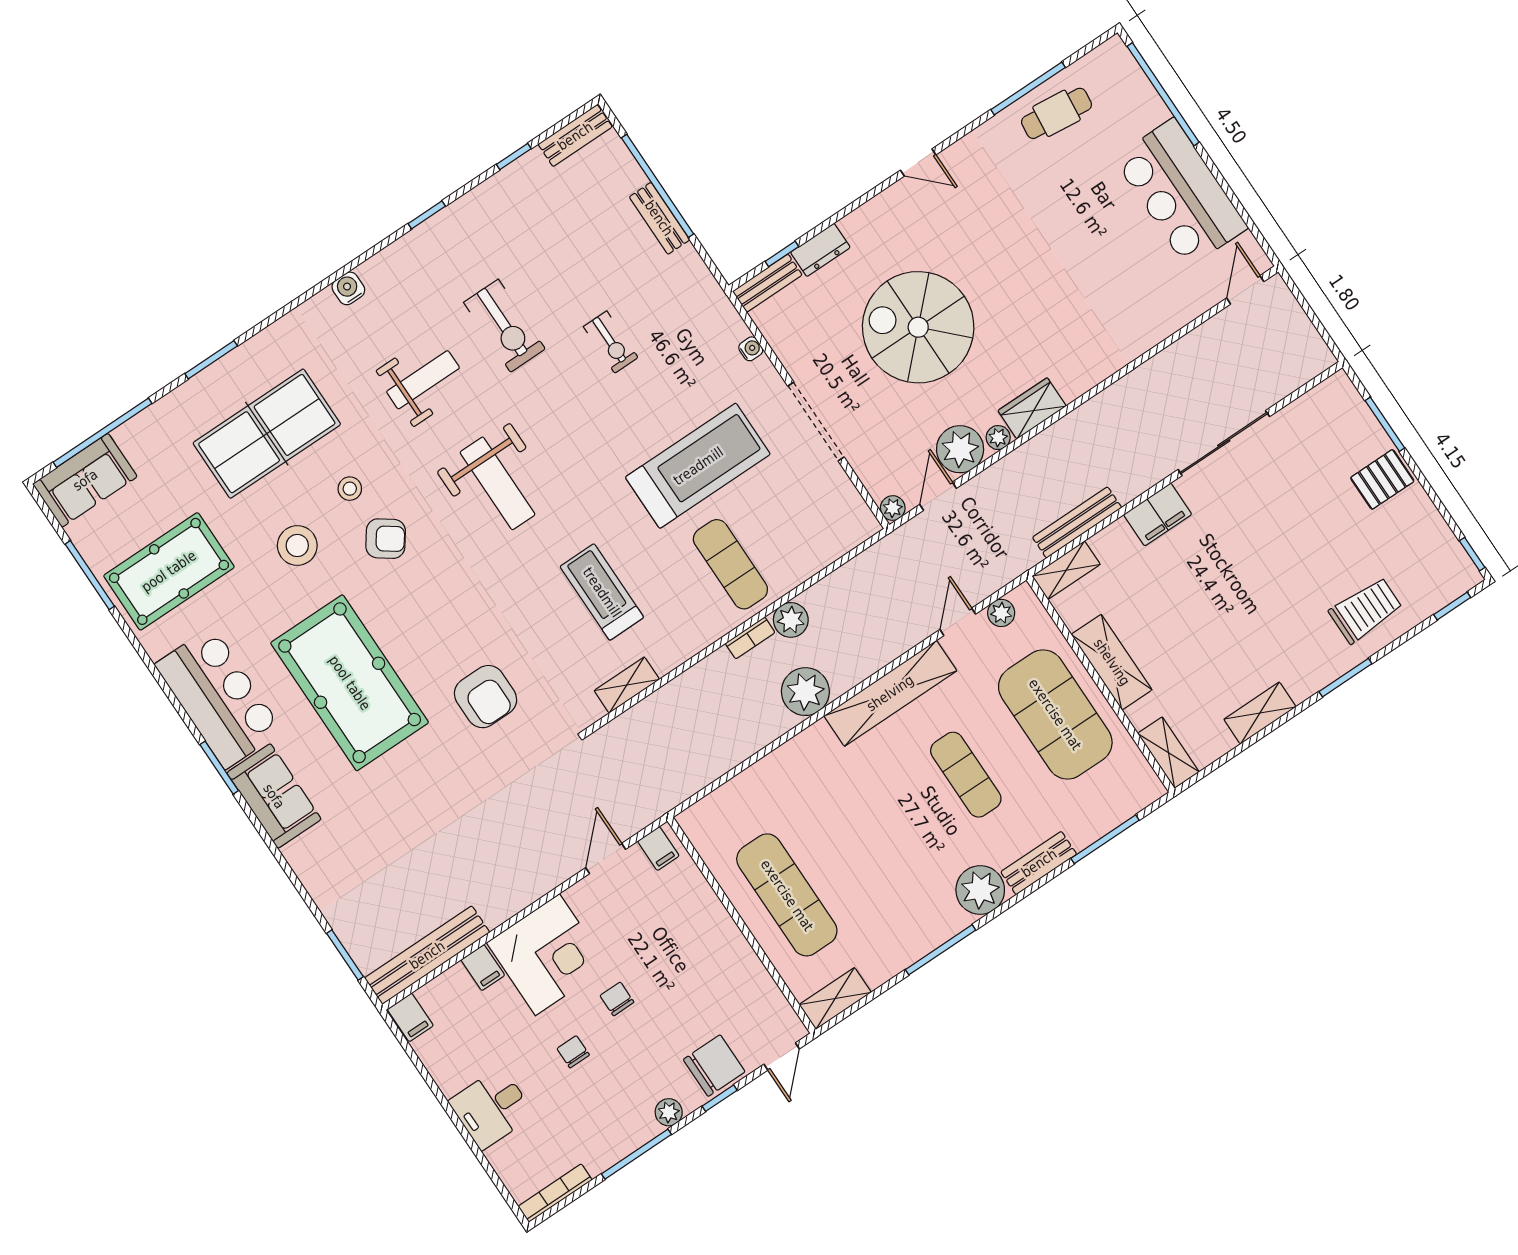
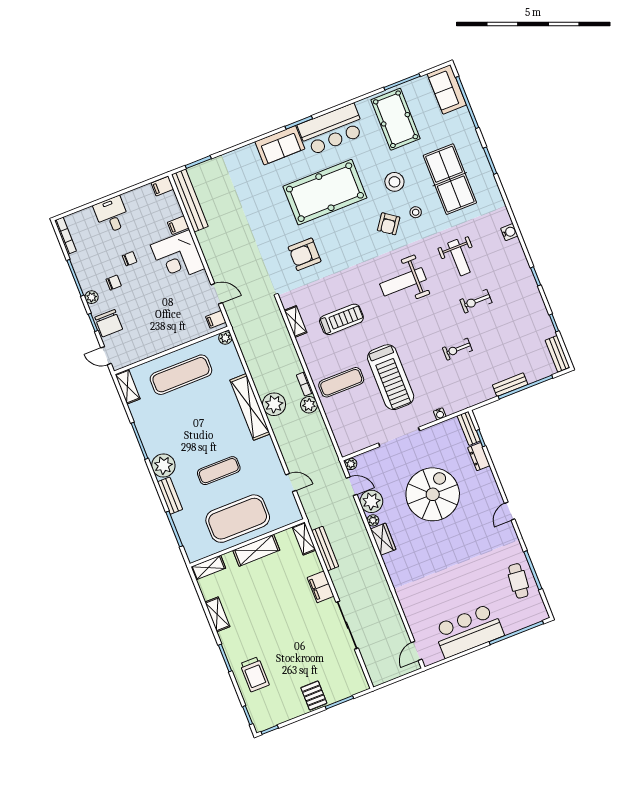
door: (1245, 290) -> (417, 651), swing flipped
exercise bike: (504, 326) -> (476, 301), width x0.73, depth x0.72
plant: (1001, 613) -> (225, 338), moved
shelving: (890, 693) -> (250, 407), moved
chair: (617, 999) -> (114, 283), moved

